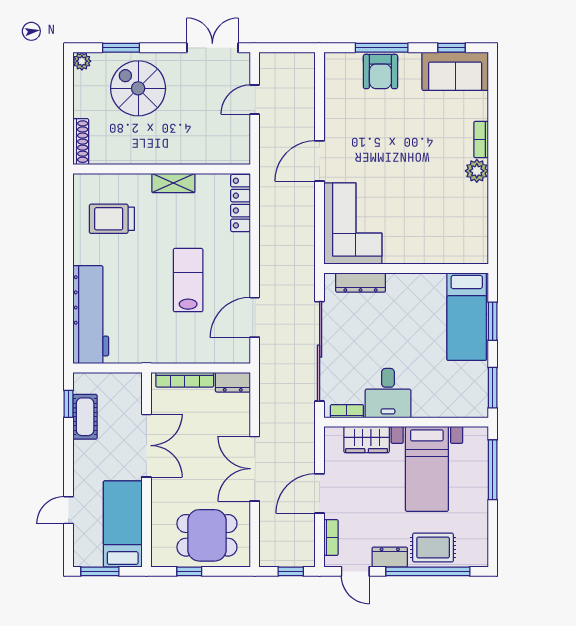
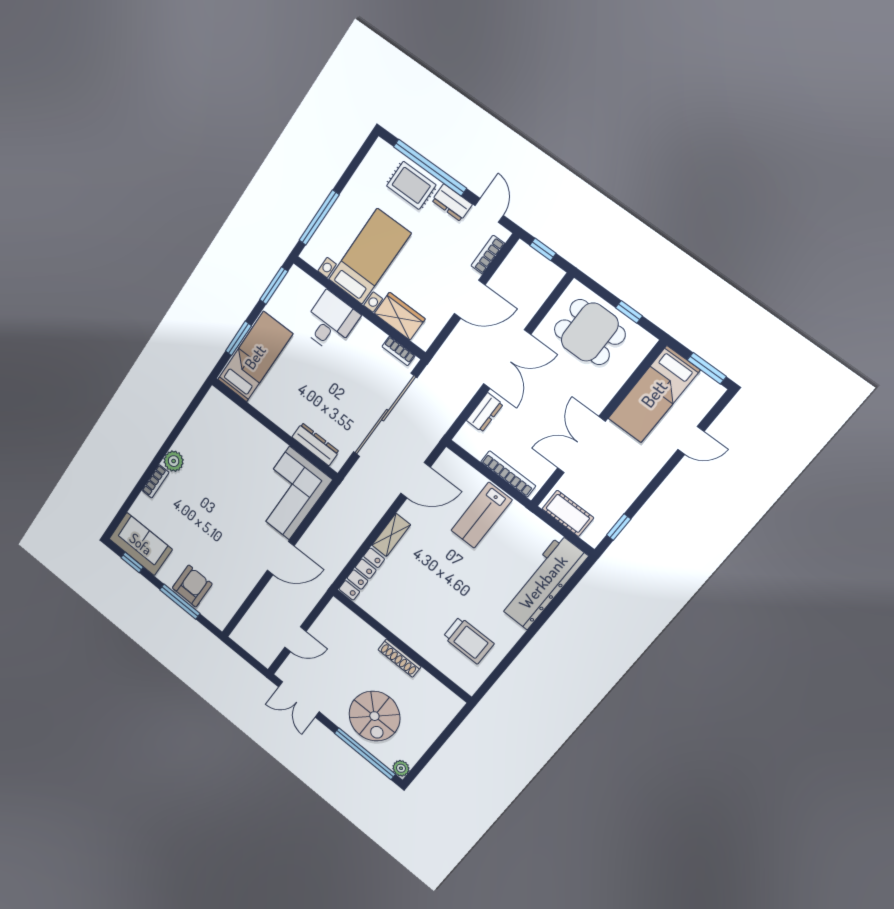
window: (121, 48) -> (365, 754), width x2.11
shoe rack: (81, 142) -> (399, 658), moved, turned -90
shelving: (173, 183) -> (391, 535), moved, turned 90
lab bench: (188, 280) -> (481, 515), moved
dresser: (233, 382) -> (485, 412), moved, turned 90
desk: (388, 393) -> (330, 322), moved
cot: (85, 417) -> (568, 513), moved, turned 90

